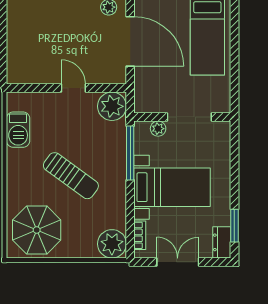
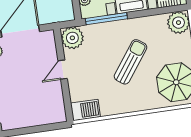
barbecue: (18, 130) -> (85, 110), moved

